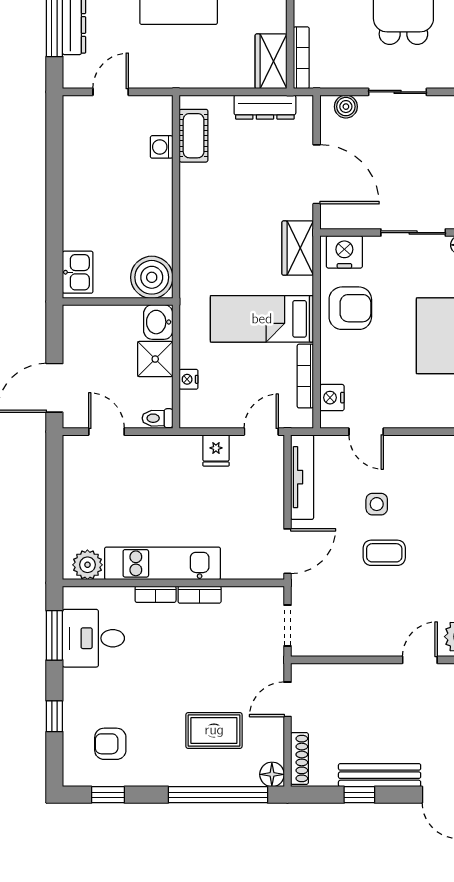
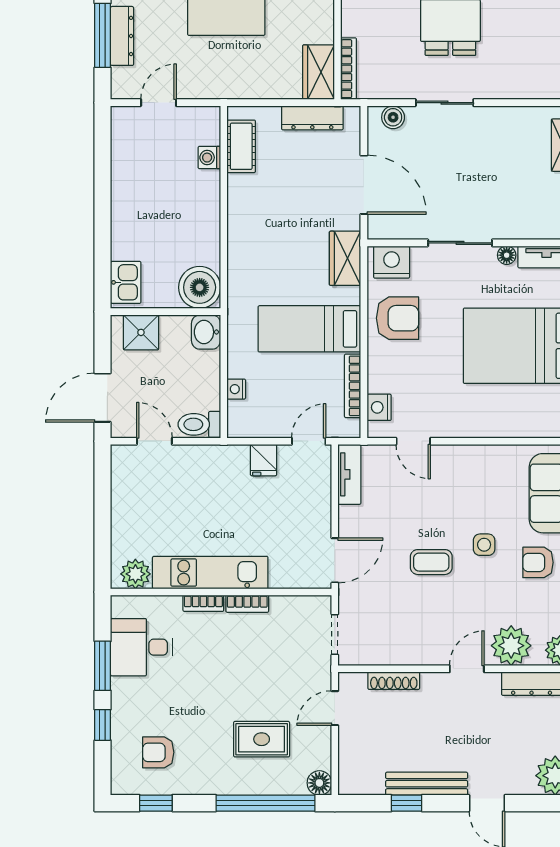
shower: (155, 359) -> (141, 332), moved
toilet: (157, 418) -> (199, 424), width x1.37, depth x1.39
tv unit: (302, 477) -> (349, 474), width x0.71
side table: (377, 504) -> (484, 545), moved
window: (54, 635) -> (103, 666), moved
shoe rack: (299, 758) -> (394, 681), moved, turned 90

